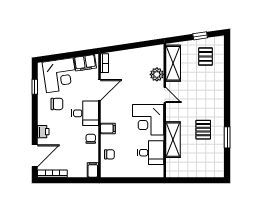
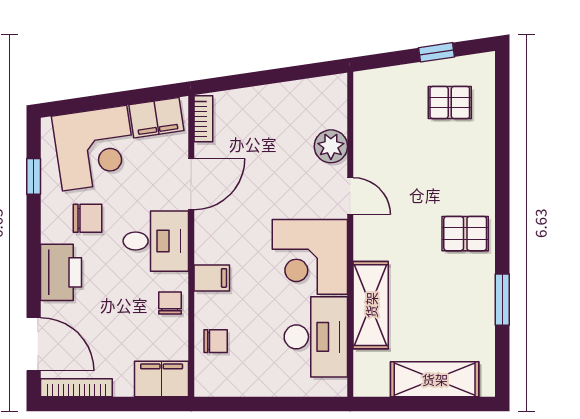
pallet: (206, 56) -> (450, 103), turned 90
shelving: (173, 63) -> (435, 379), moved, turned 90
pallet: (203, 130) -> (465, 234), moved, turned 90
printer: (43, 132) -> (61, 272), width x1.87, depth x1.48
desk: (151, 153) -> (316, 337), width x1.37
door: (35, 156) -> (34, 344), hinge flipped
filing cabinet: (93, 170) -> (162, 379), width x2.00

